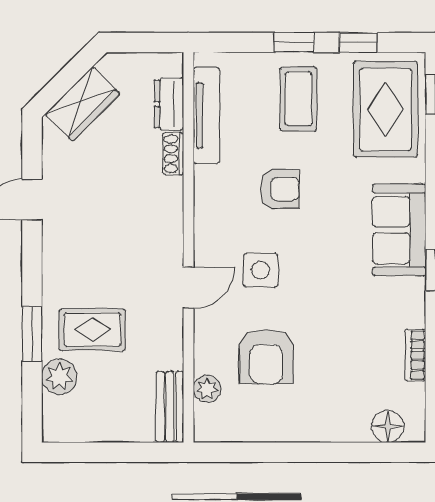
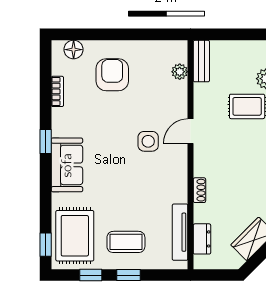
coffee table: (298, 99) -> (126, 242), turned 90
shoe rack: (173, 154) -> (199, 190), moved
armchair: (280, 189) -> (137, 189), removed
armchair: (266, 356) -> (112, 75), moved

